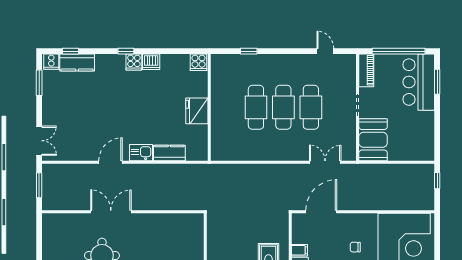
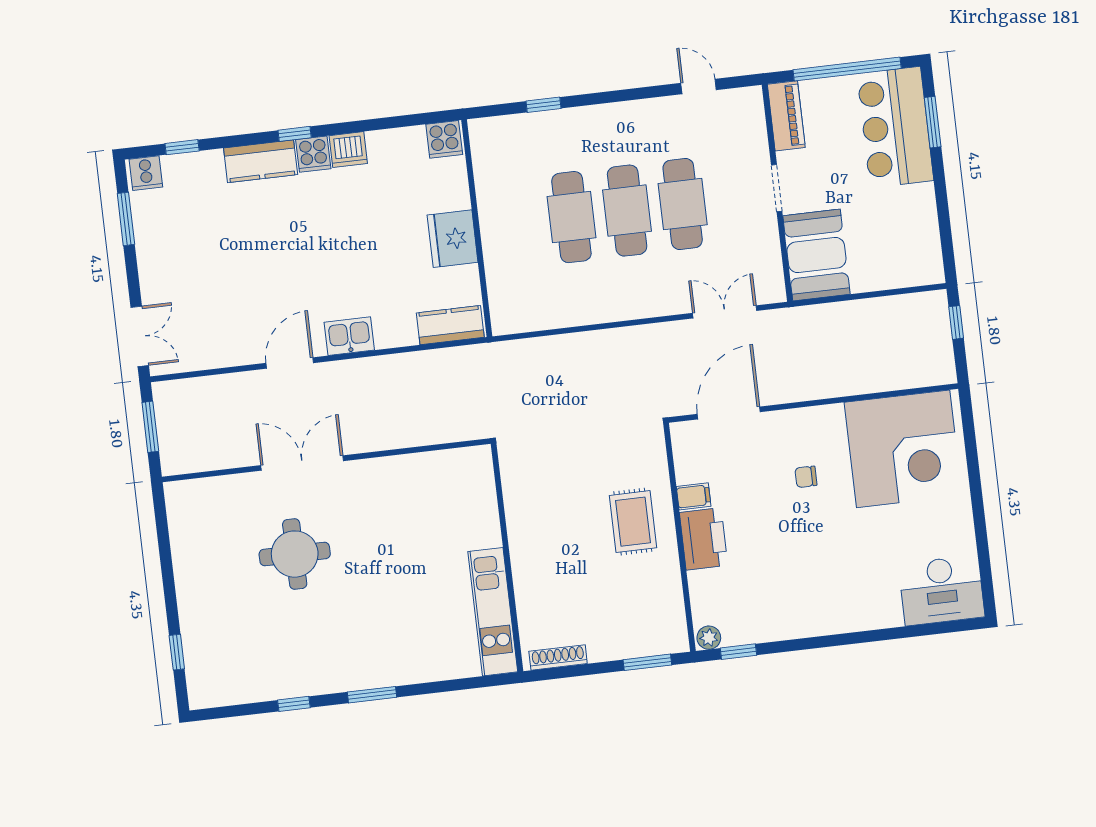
kitchen counter: (77, 62) -> (261, 161), moved
kitchen counter: (169, 153) -> (450, 325), moved

